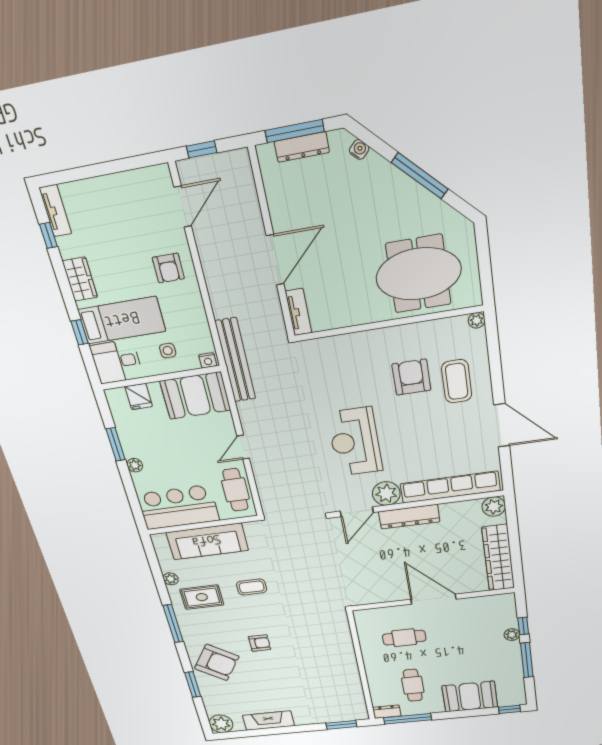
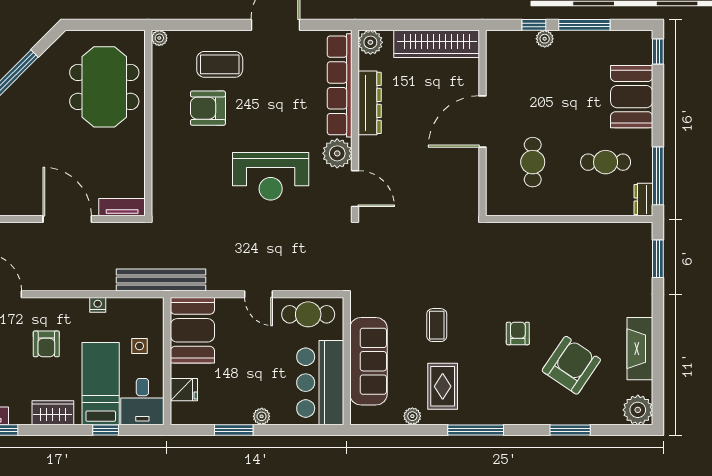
armchair: (168, 268) -> (46, 344), moved, turned 90
nightstand: (208, 360) -> (98, 305), moved, turned -90
dresser: (409, 517) -> (370, 103), moved
armchair: (217, 662) -> (571, 365), moved

